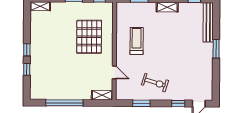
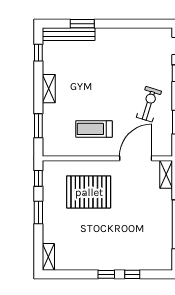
window: (216, 49) -> (82, 24), moved
door: (114, 72) -> (136, 158), width x1.87

